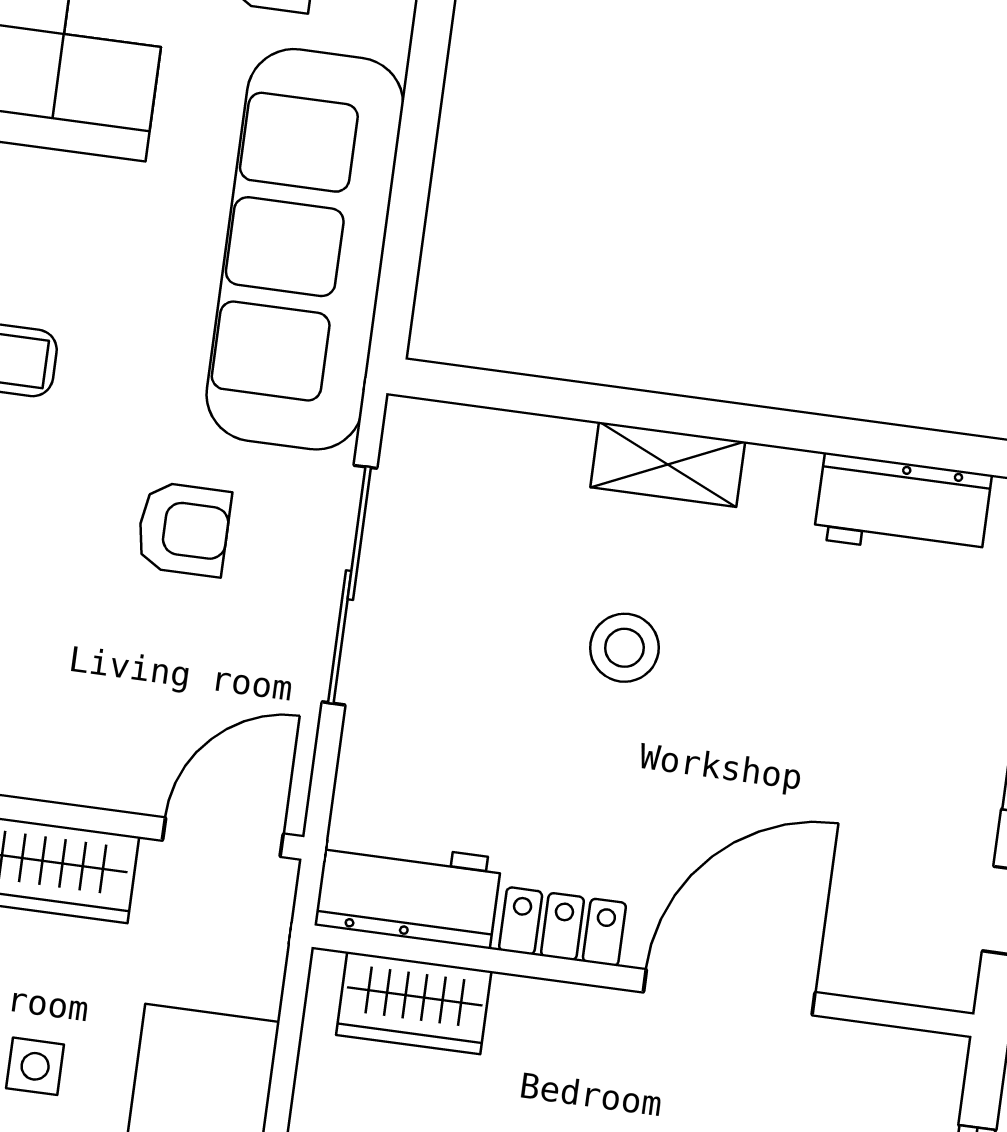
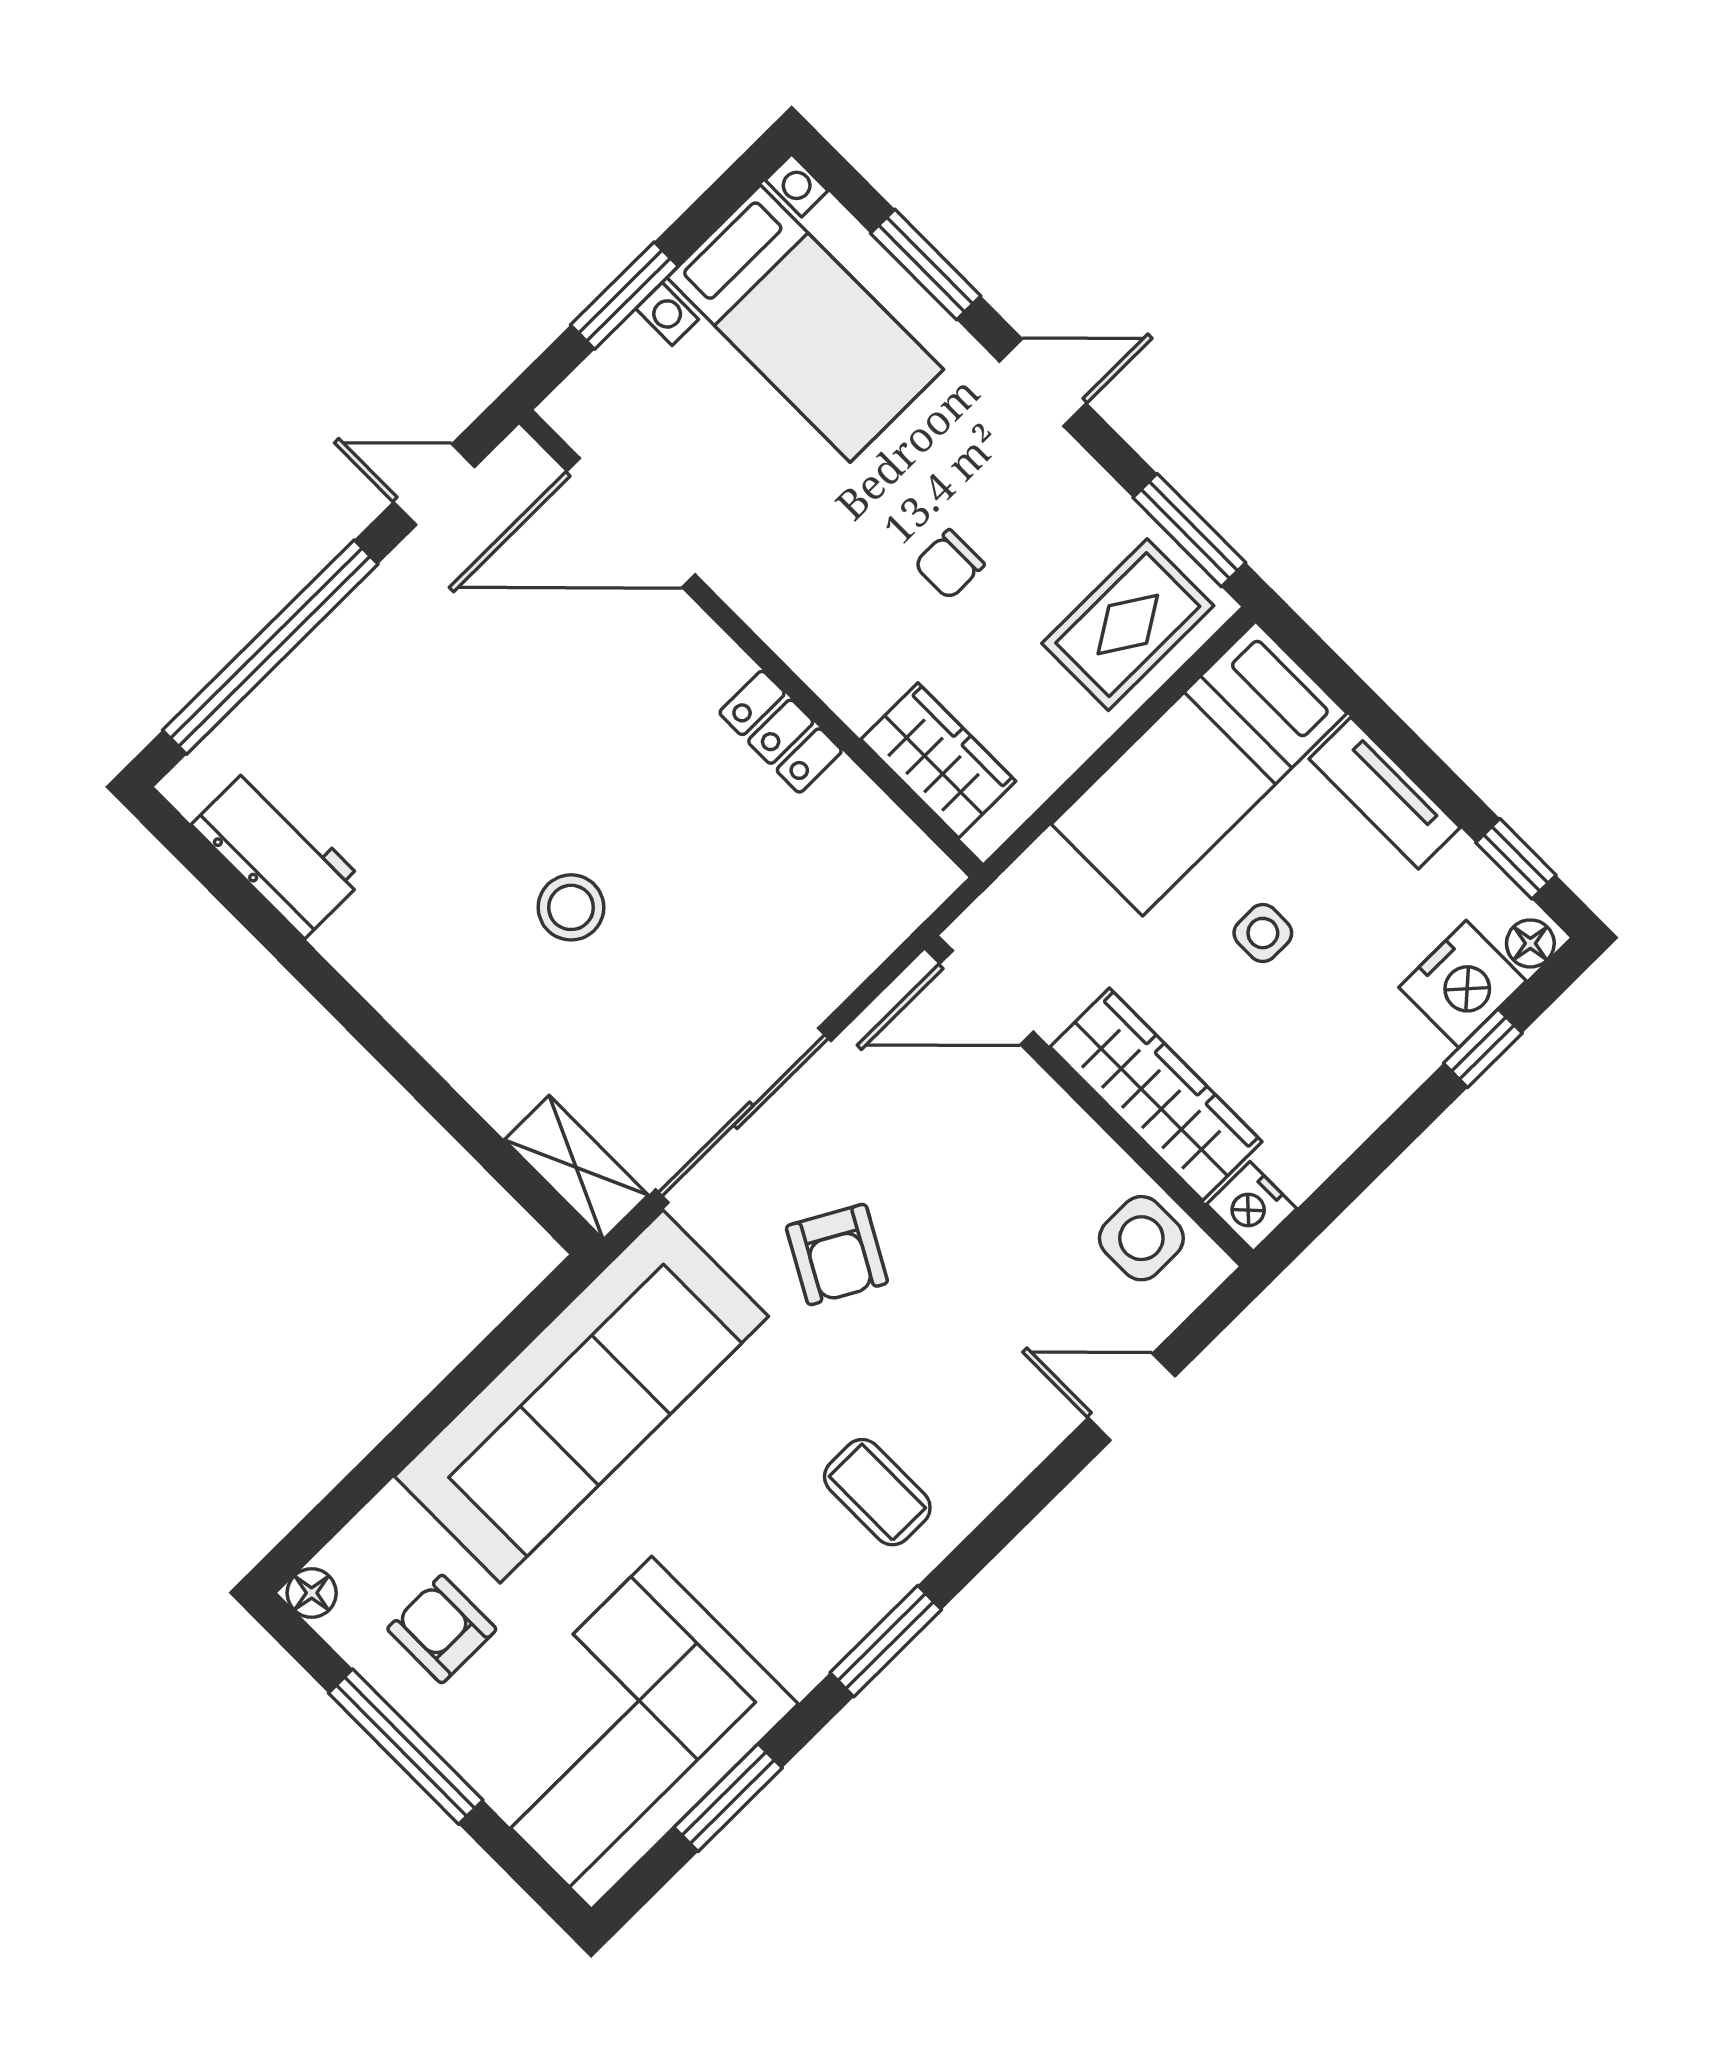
shelving: (668, 464) -> (576, 1167), moved
armchair: (184, 529) -> (837, 1255), turned -151
workbench: (408, 892) -> (878, 848), removed
door: (729, 992) -> (631, 523), moved

